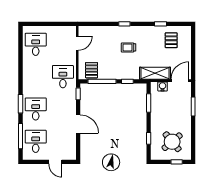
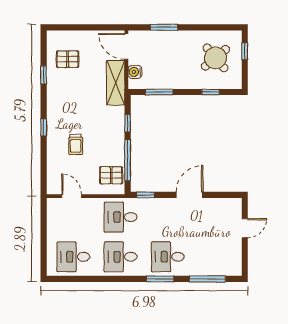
trolley: (129, 47) -> (76, 144), moved
desk: (36, 141) -> (121, 257), moved

